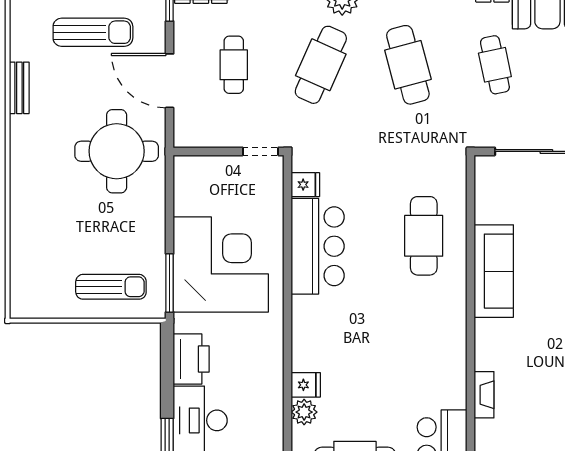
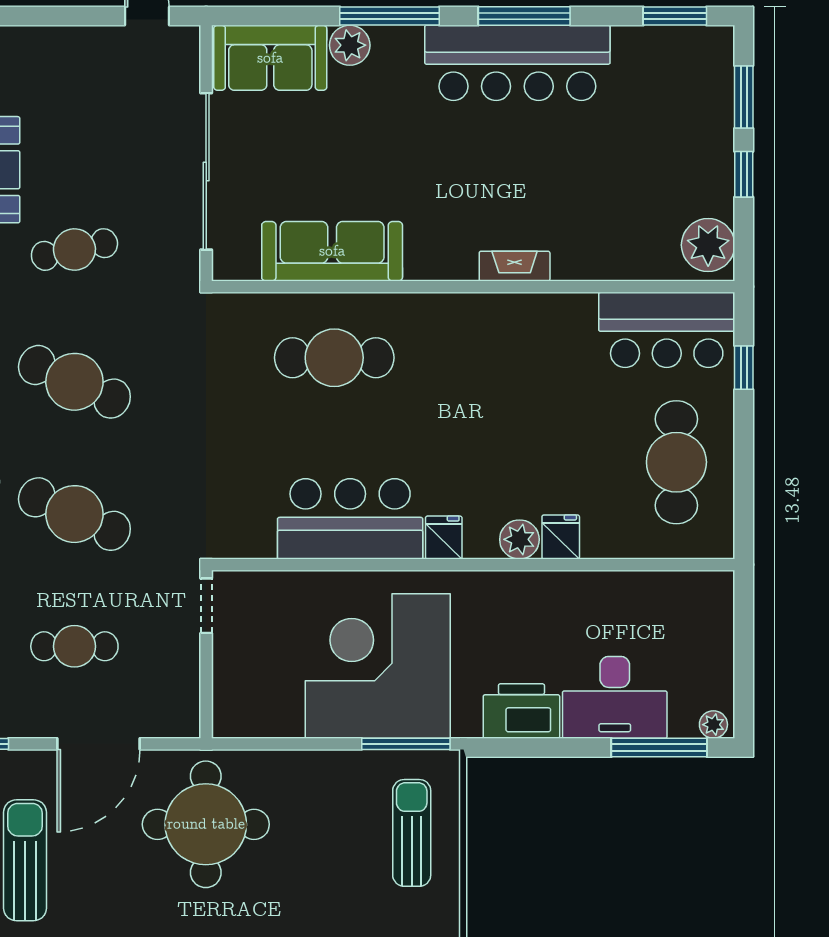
cafe table: (408, 65) -> (74, 382), turned 39
fridge: (305, 185) -> (444, 538), moved
sofa: (494, 271) -> (332, 251), moved
fireplace: (484, 395) -> (515, 266), moved
plant: (304, 412) -> (519, 539), moved

